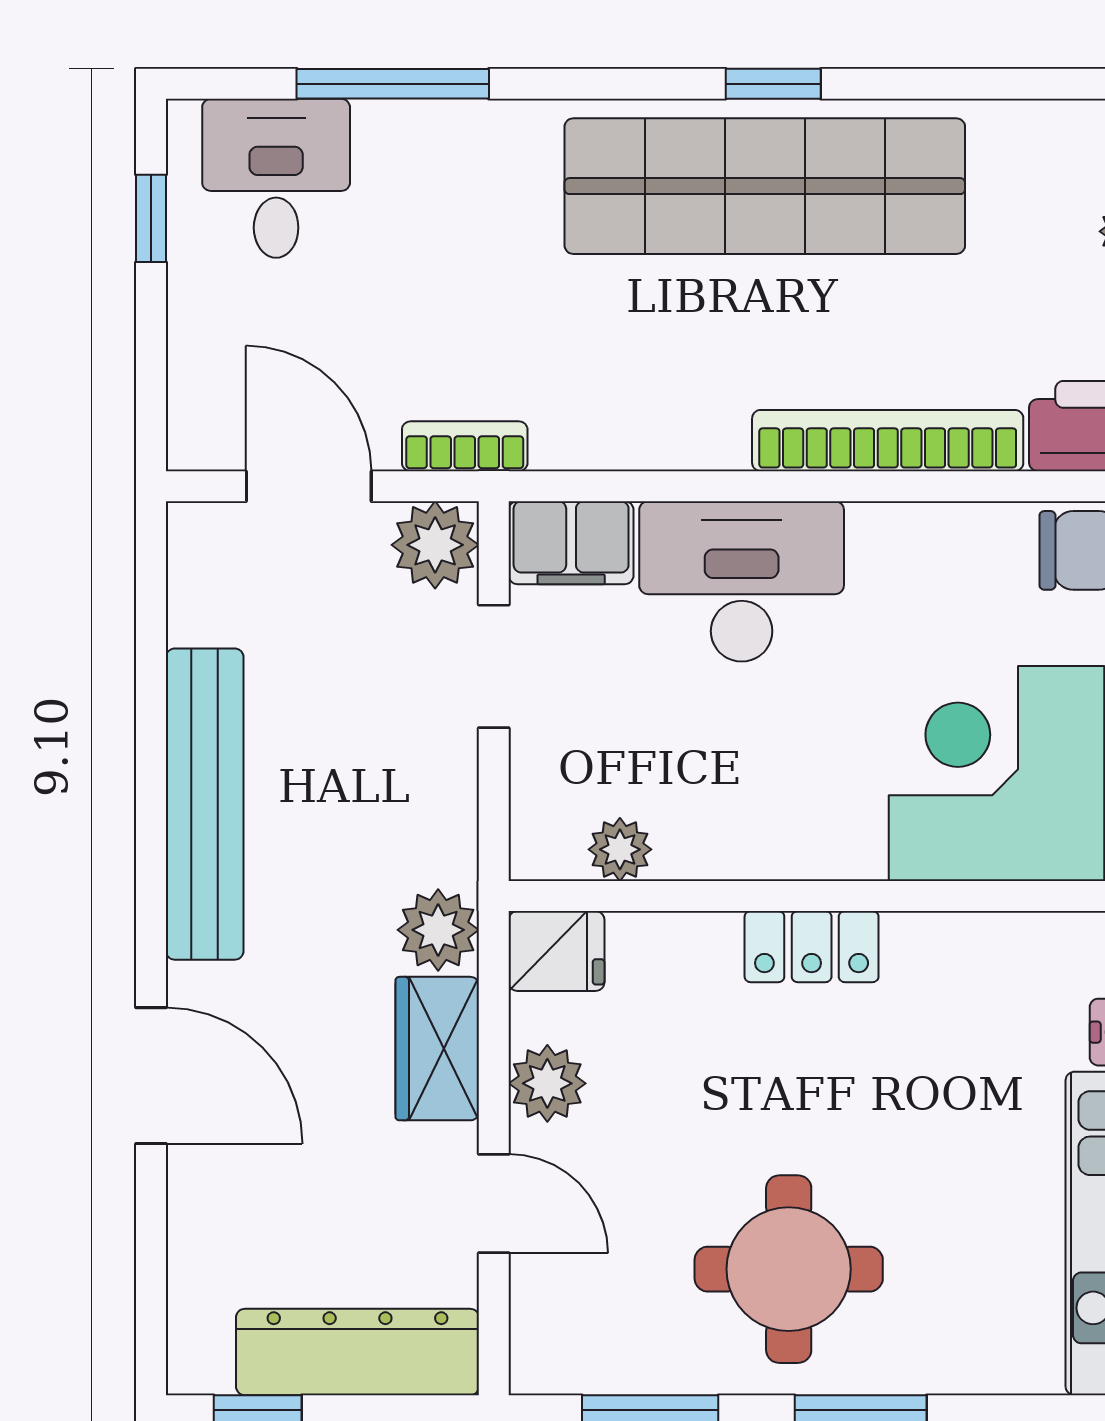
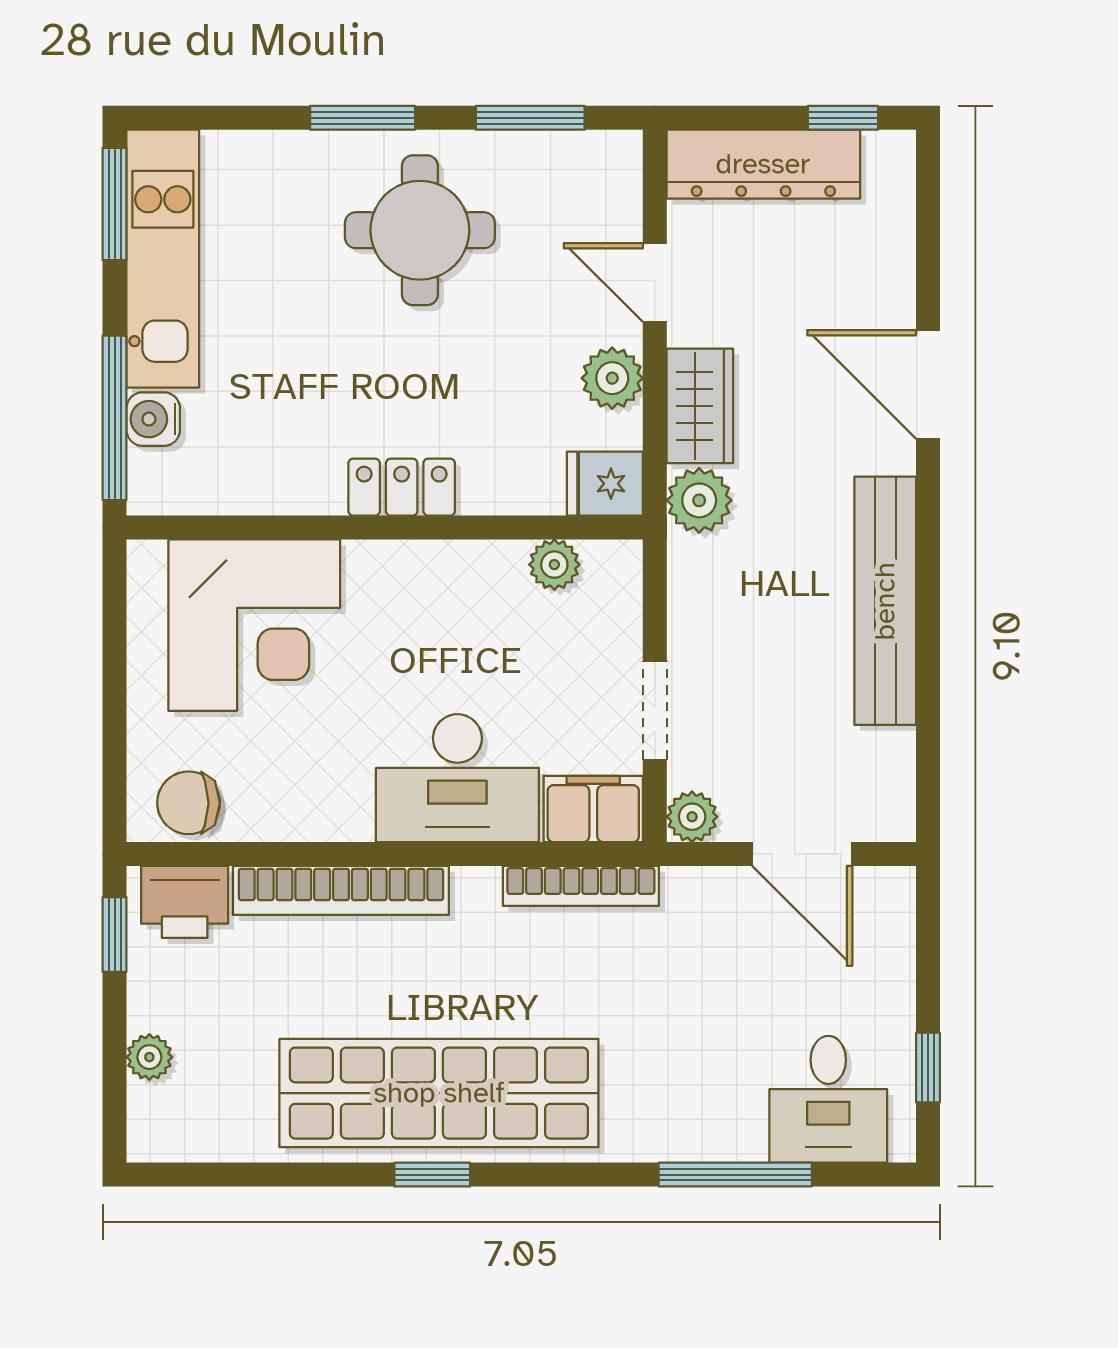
bookcase: (465, 446) -> (581, 886), moved, width x1.56
plant: (435, 545) -> (692, 817), width x0.73, depth x0.73

